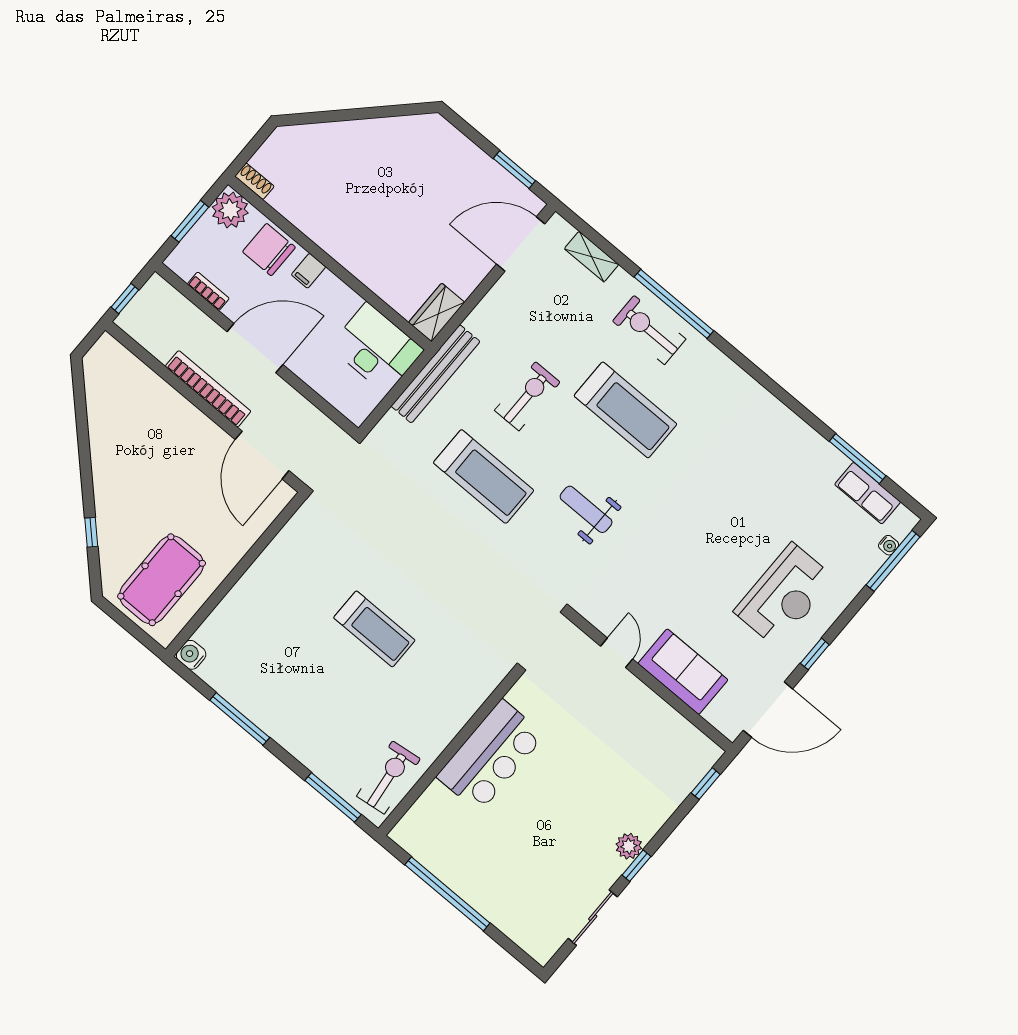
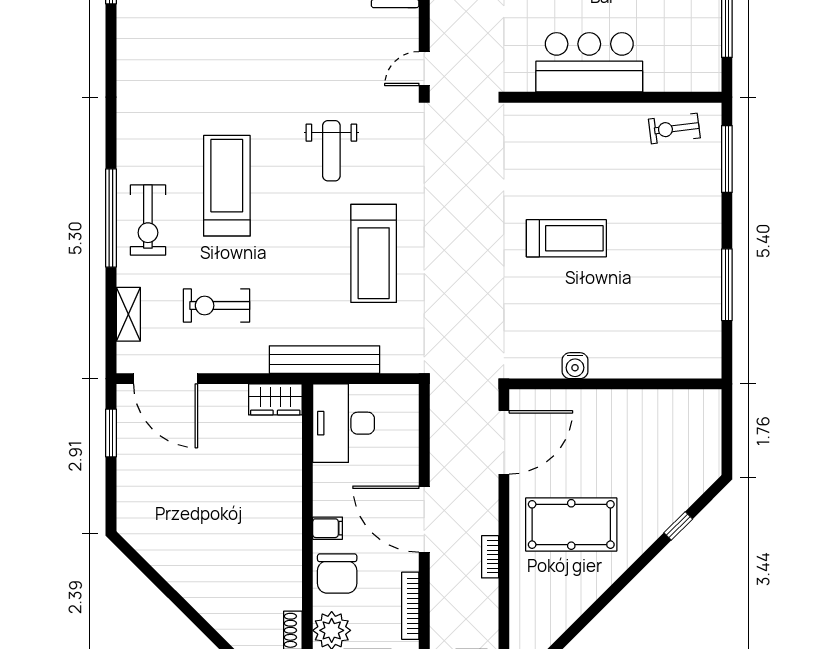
bookcase: (208, 291) -> (410, 606), width x1.56
bookcase: (208, 389) -> (490, 557), width x0.43, depth x0.76
exercise bike: (527, 396) -> (217, 306), moved
treadmill: (484, 477) -> (374, 253), turned 180
pool table: (162, 580) -> (571, 524), moved
treadmill: (374, 629) -> (566, 238), turned 90
door: (617, 653) -> (424, 69), moved
water cooler: (191, 655) -> (575, 366), moved
exercise bike: (388, 777) -> (674, 129), width x0.73, depth x0.72

